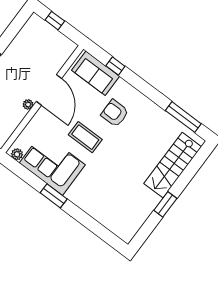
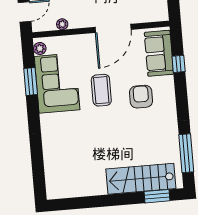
plant: (28, 104) -> (62, 24), moved
window: (54, 196) -> (31, 82), moved
window: (165, 204) -> (157, 196), moved

